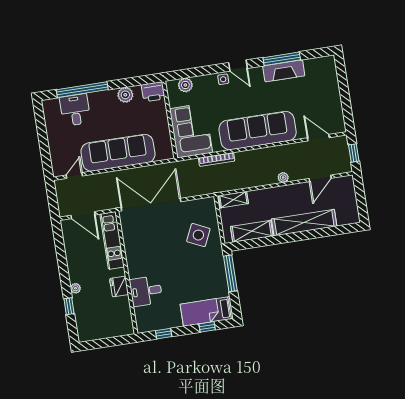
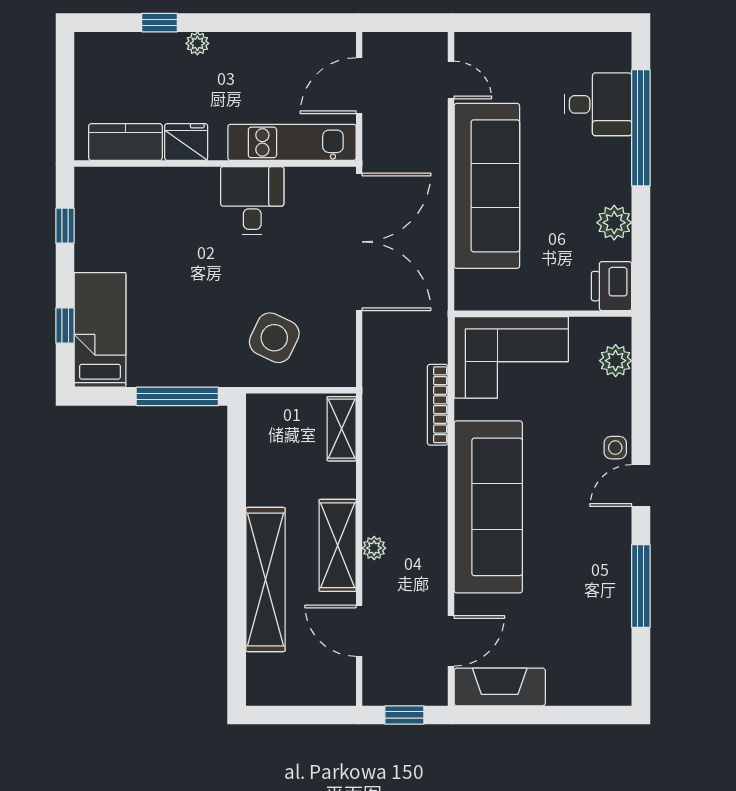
fireplace: (284, 71) -> (500, 687), moved, turned 90
shelving: (252, 231) -> (338, 545), moved
desk: (146, 291) -> (252, 201), moved
kitchen counter: (123, 313) -> (125, 142), added

